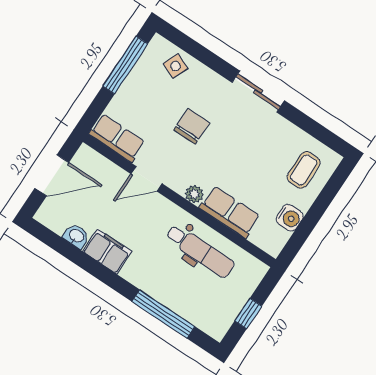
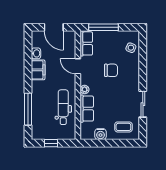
window: (125, 65) -> (104, 27), moved
sliding door: (258, 92) -> (143, 104), moved
dental chair: (200, 251) -> (63, 107), turned 180

